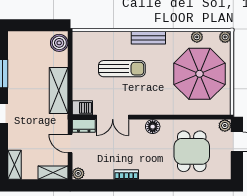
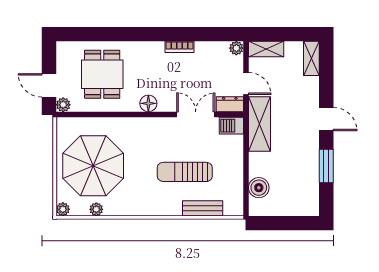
bench: (148, 38) -> (203, 208), moved
boiler: (59, 43) -> (259, 188), moved
shelving: (59, 90) -> (260, 124), moved

